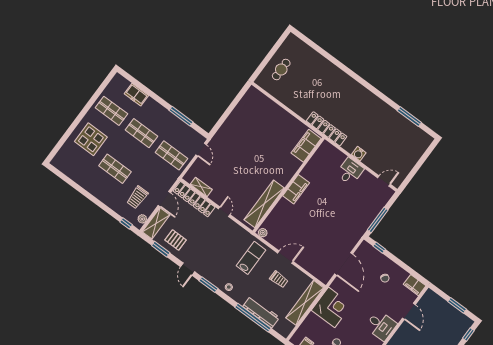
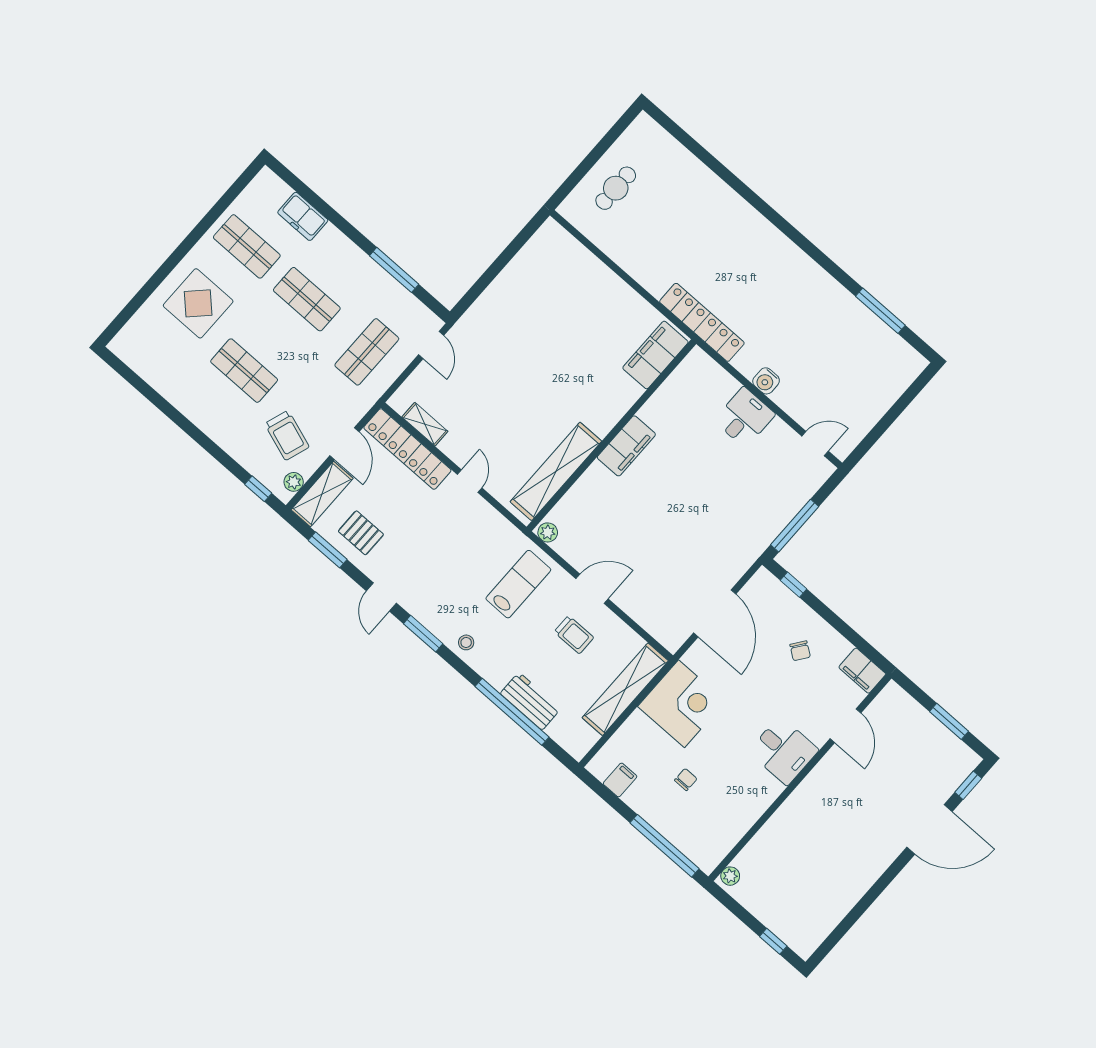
shop shelf: (171, 155) -> (367, 352), turned 90
trolley: (137, 197) -> (287, 435), turned -71
workbench: (261, 312) -> (530, 701), width x0.73

